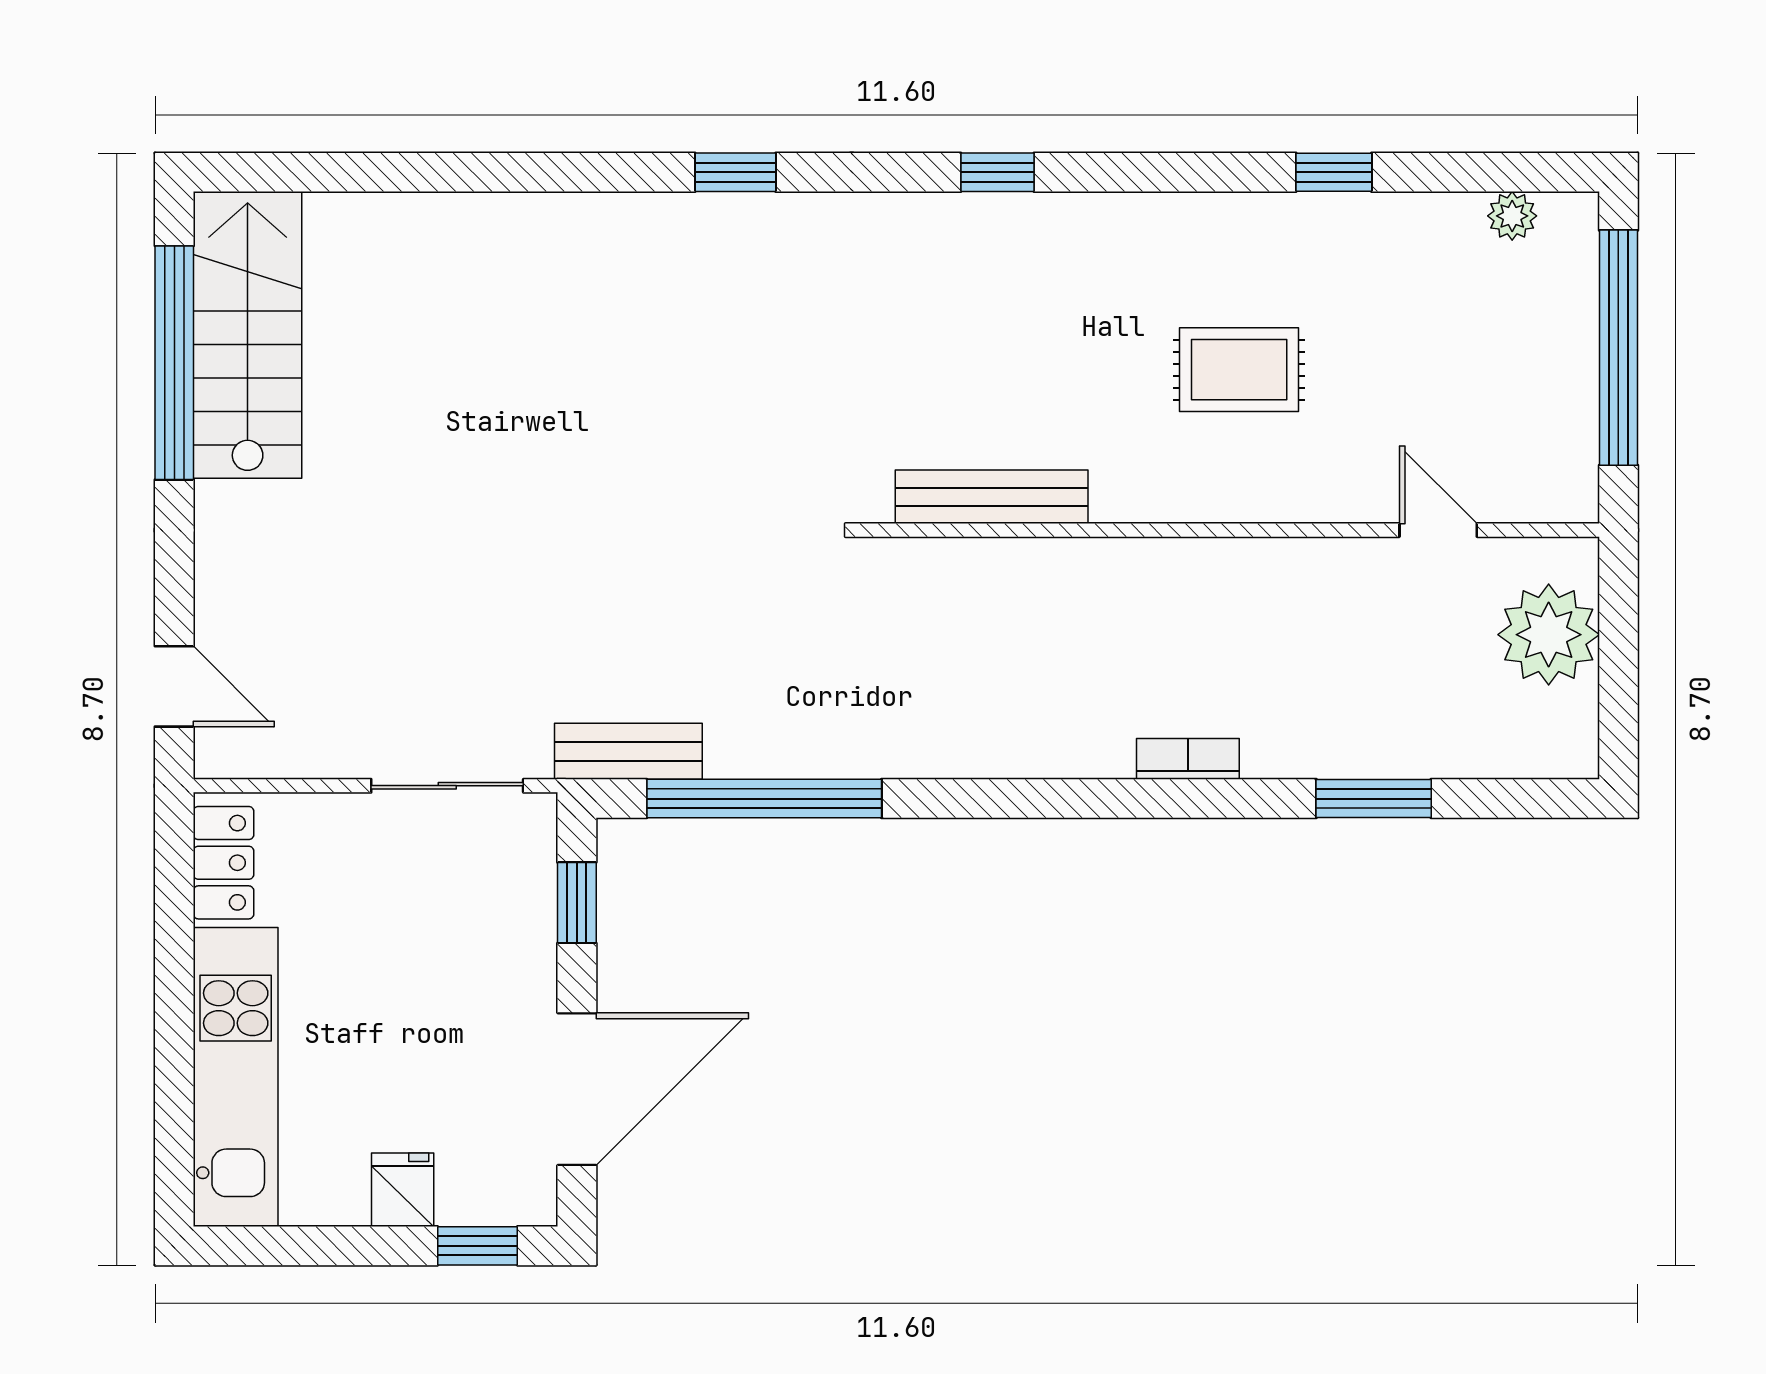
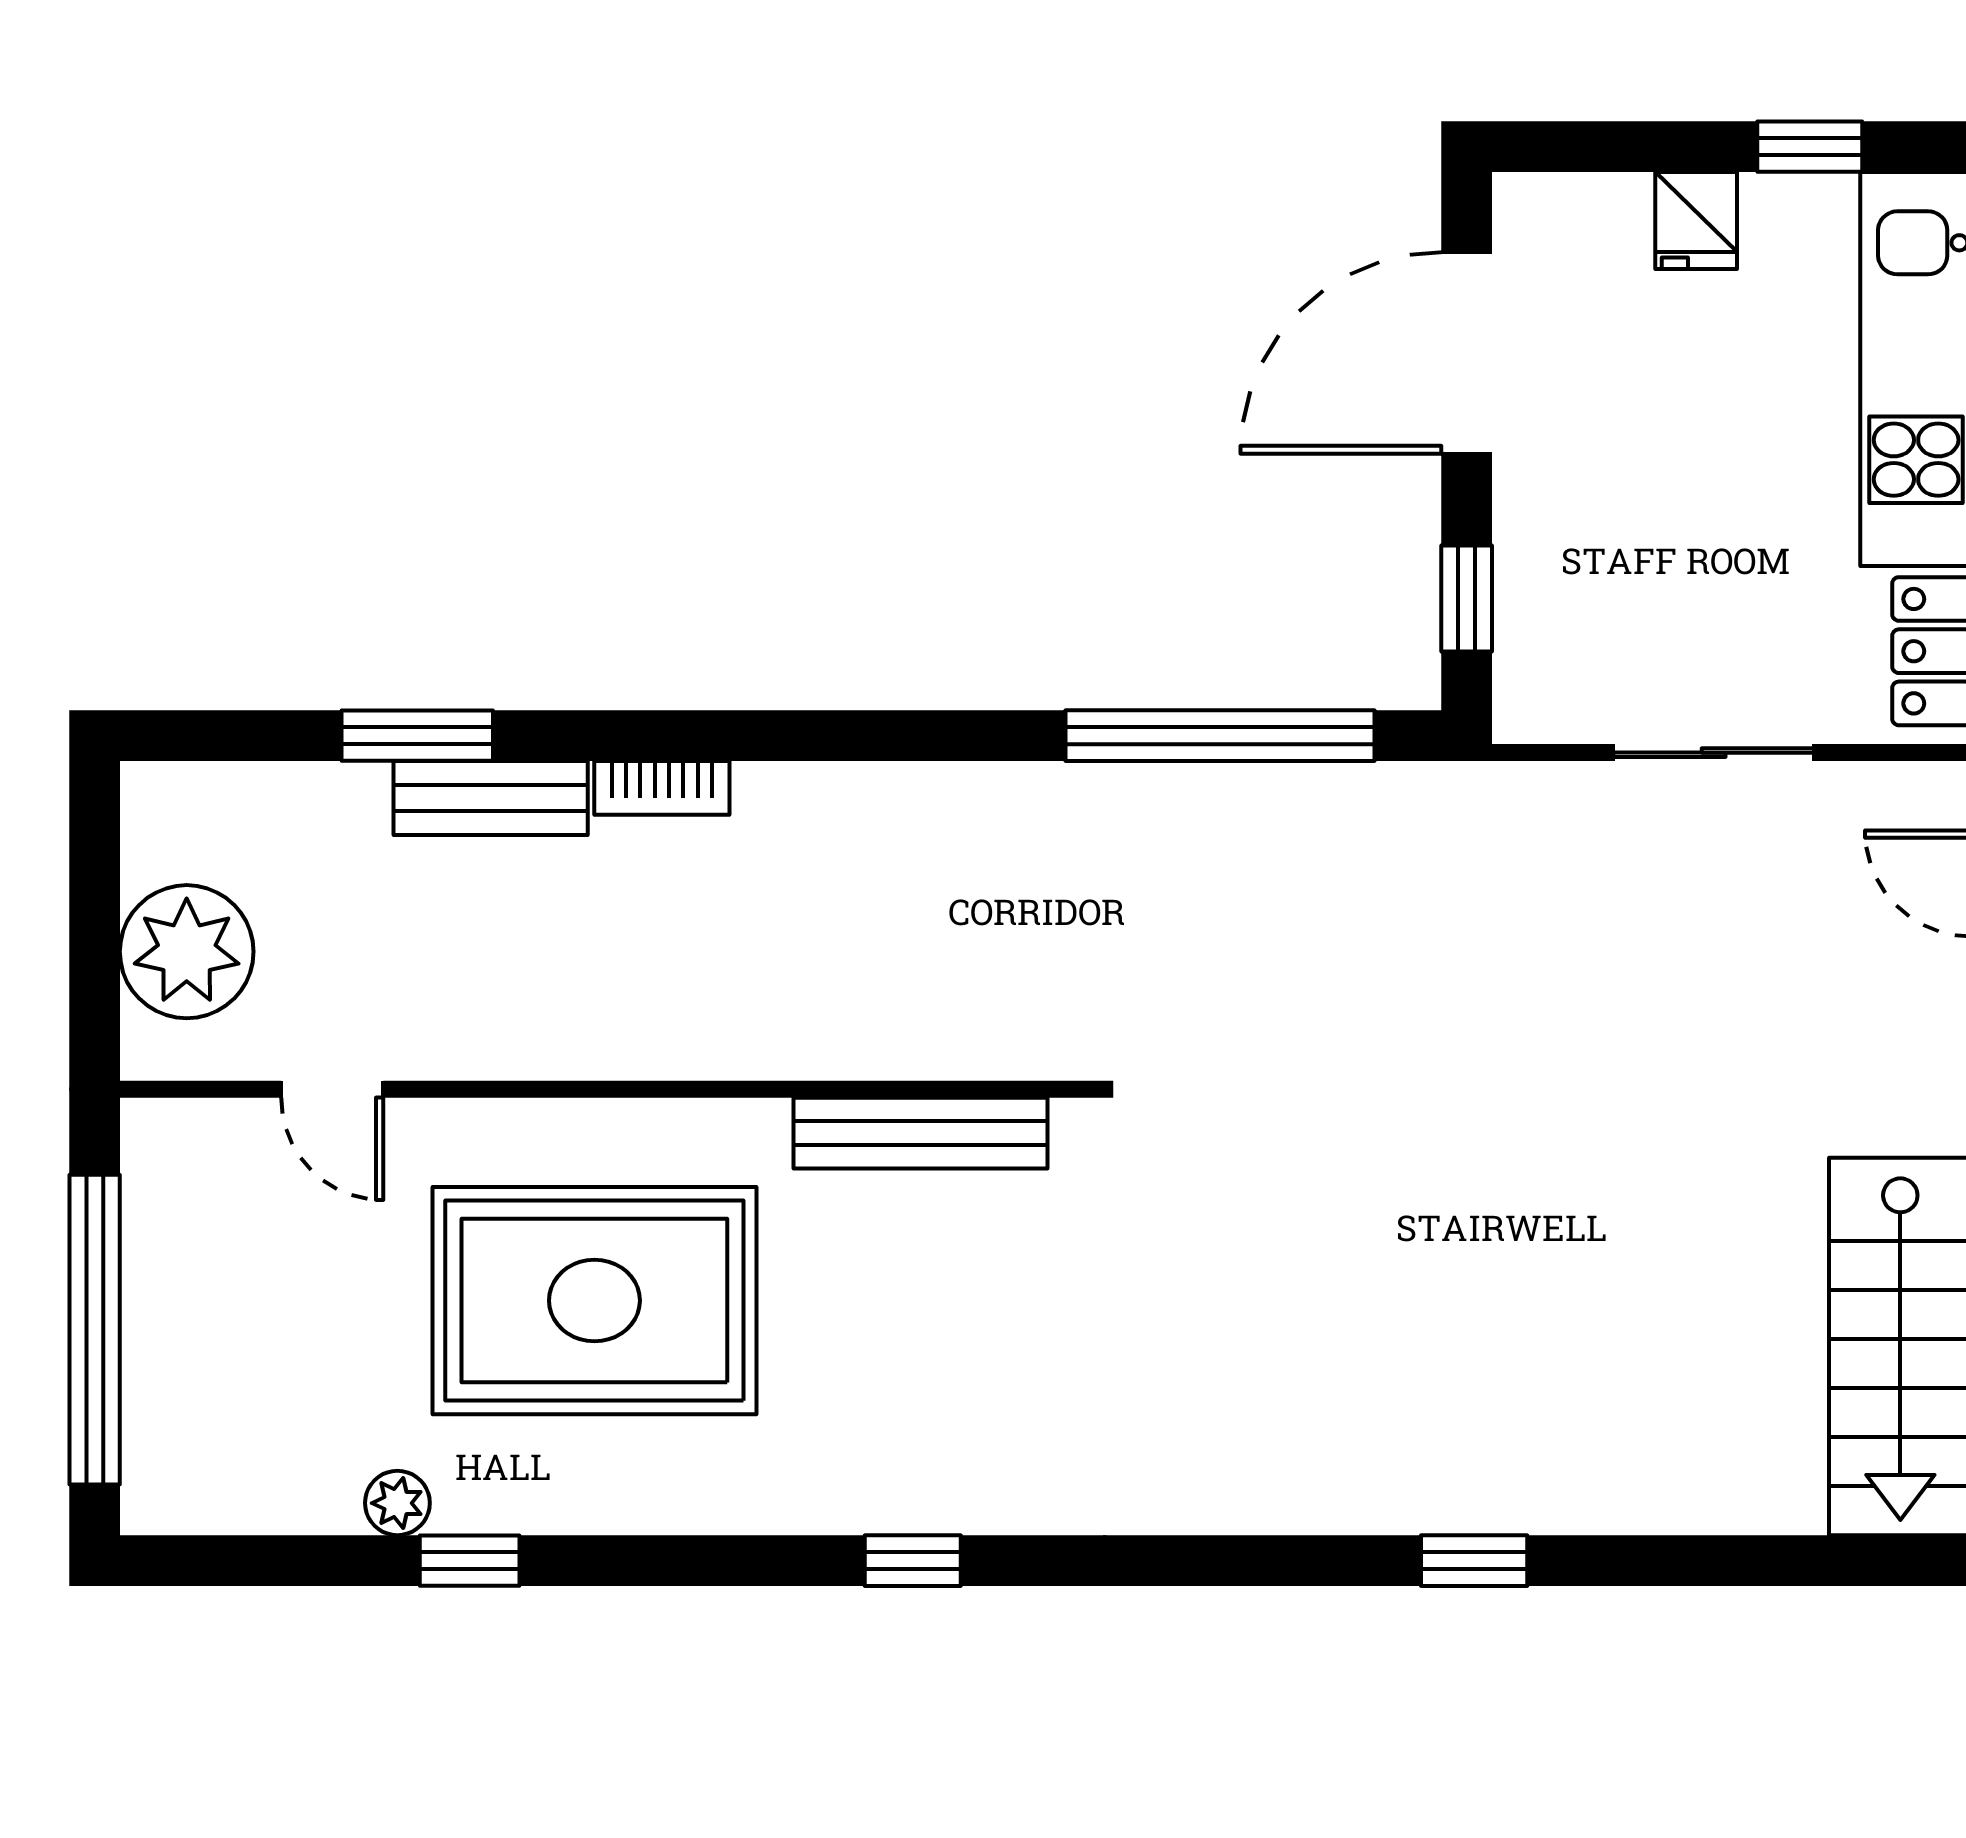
window: (735, 172) -> (1474, 1561), moved
plant: (1512, 216) -> (397, 1503), moved
rug: (1239, 370) -> (594, 1301), width x1.86, depth x2.06
bench: (628, 751) -> (491, 798), moved
sliding door: (447, 786) -> (1714, 753), moved
window: (477, 1246) -> (1810, 147), moved

